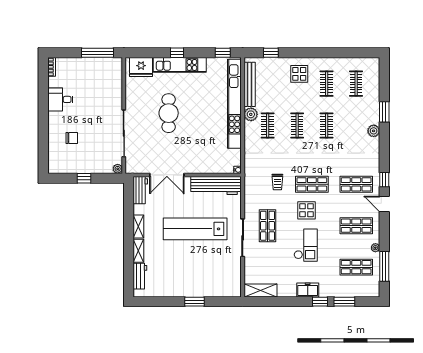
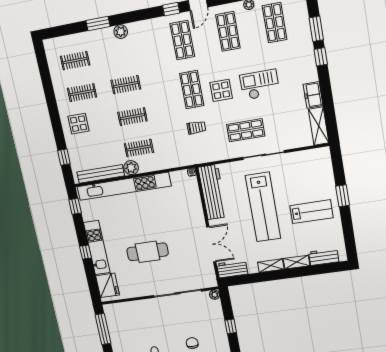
lab bench: (184, 272) -> (311, 212), added
freezer: (308, 290) -> (313, 95), moved

